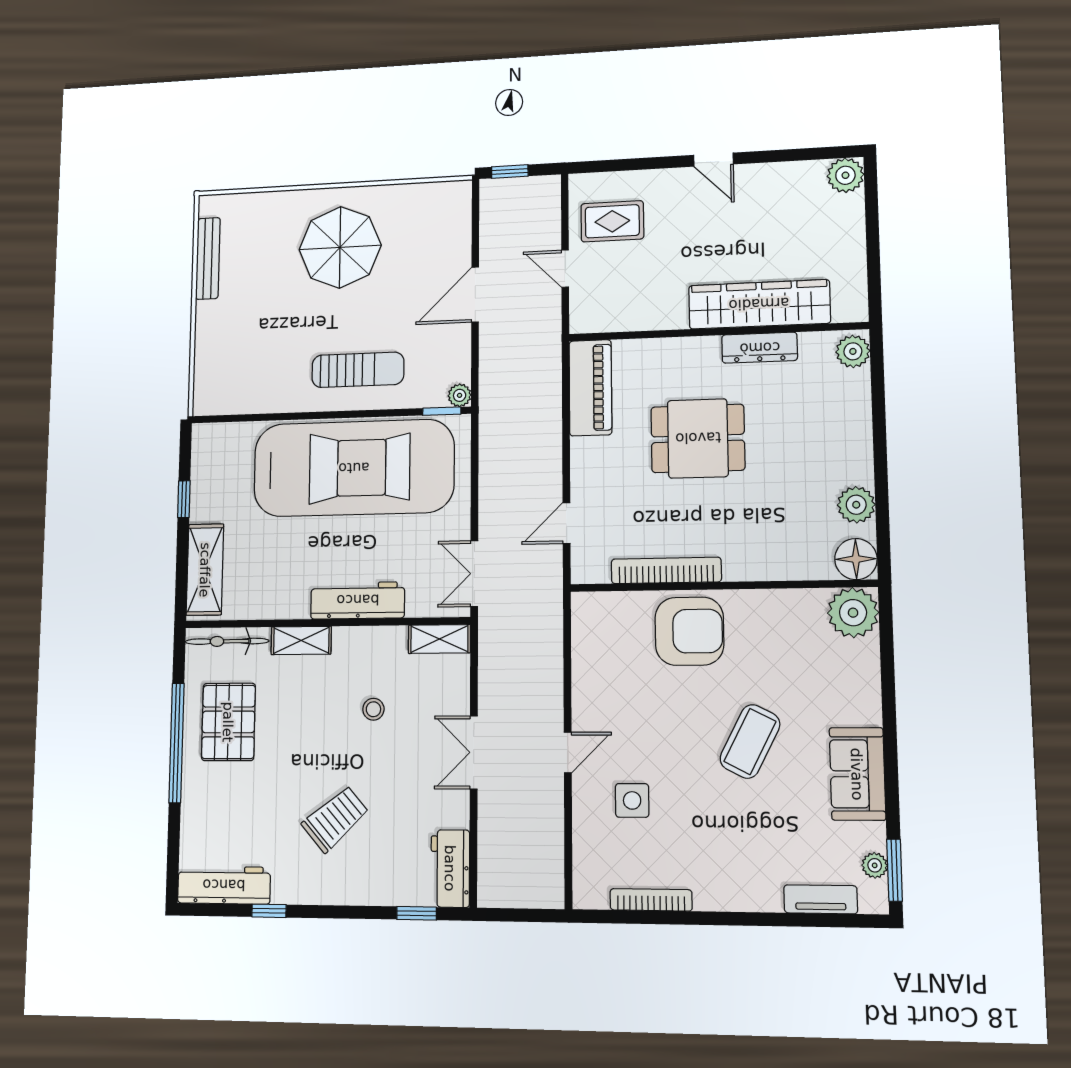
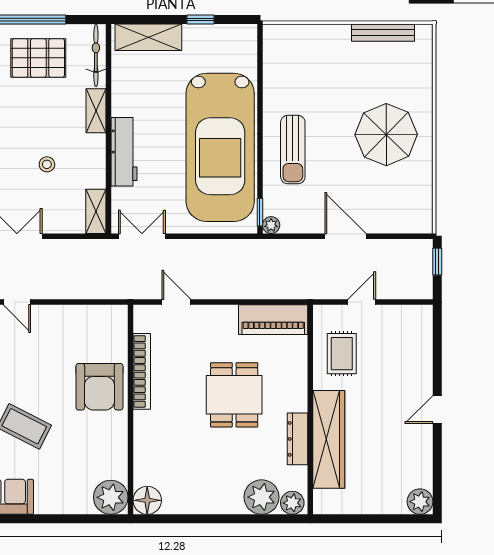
rug: (612, 221) -> (342, 354), moved
plant: (856, 505) -> (261, 497), moved, width x1.36, depth x1.36

